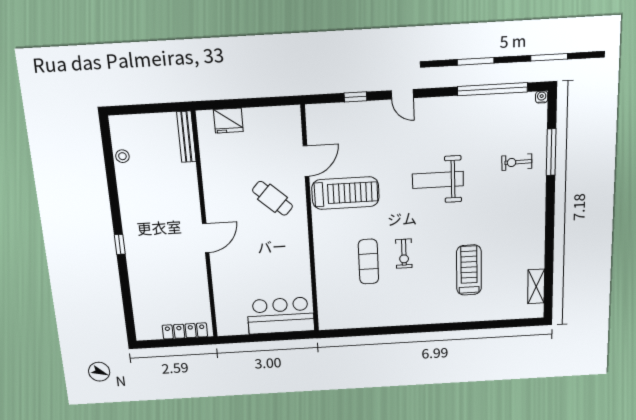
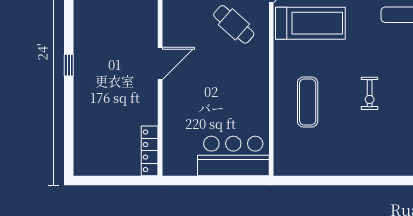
exercise mat: (368, 262) -> (308, 102), moved
locker: (185, 331) -> (150, 151), moved, turned -90

